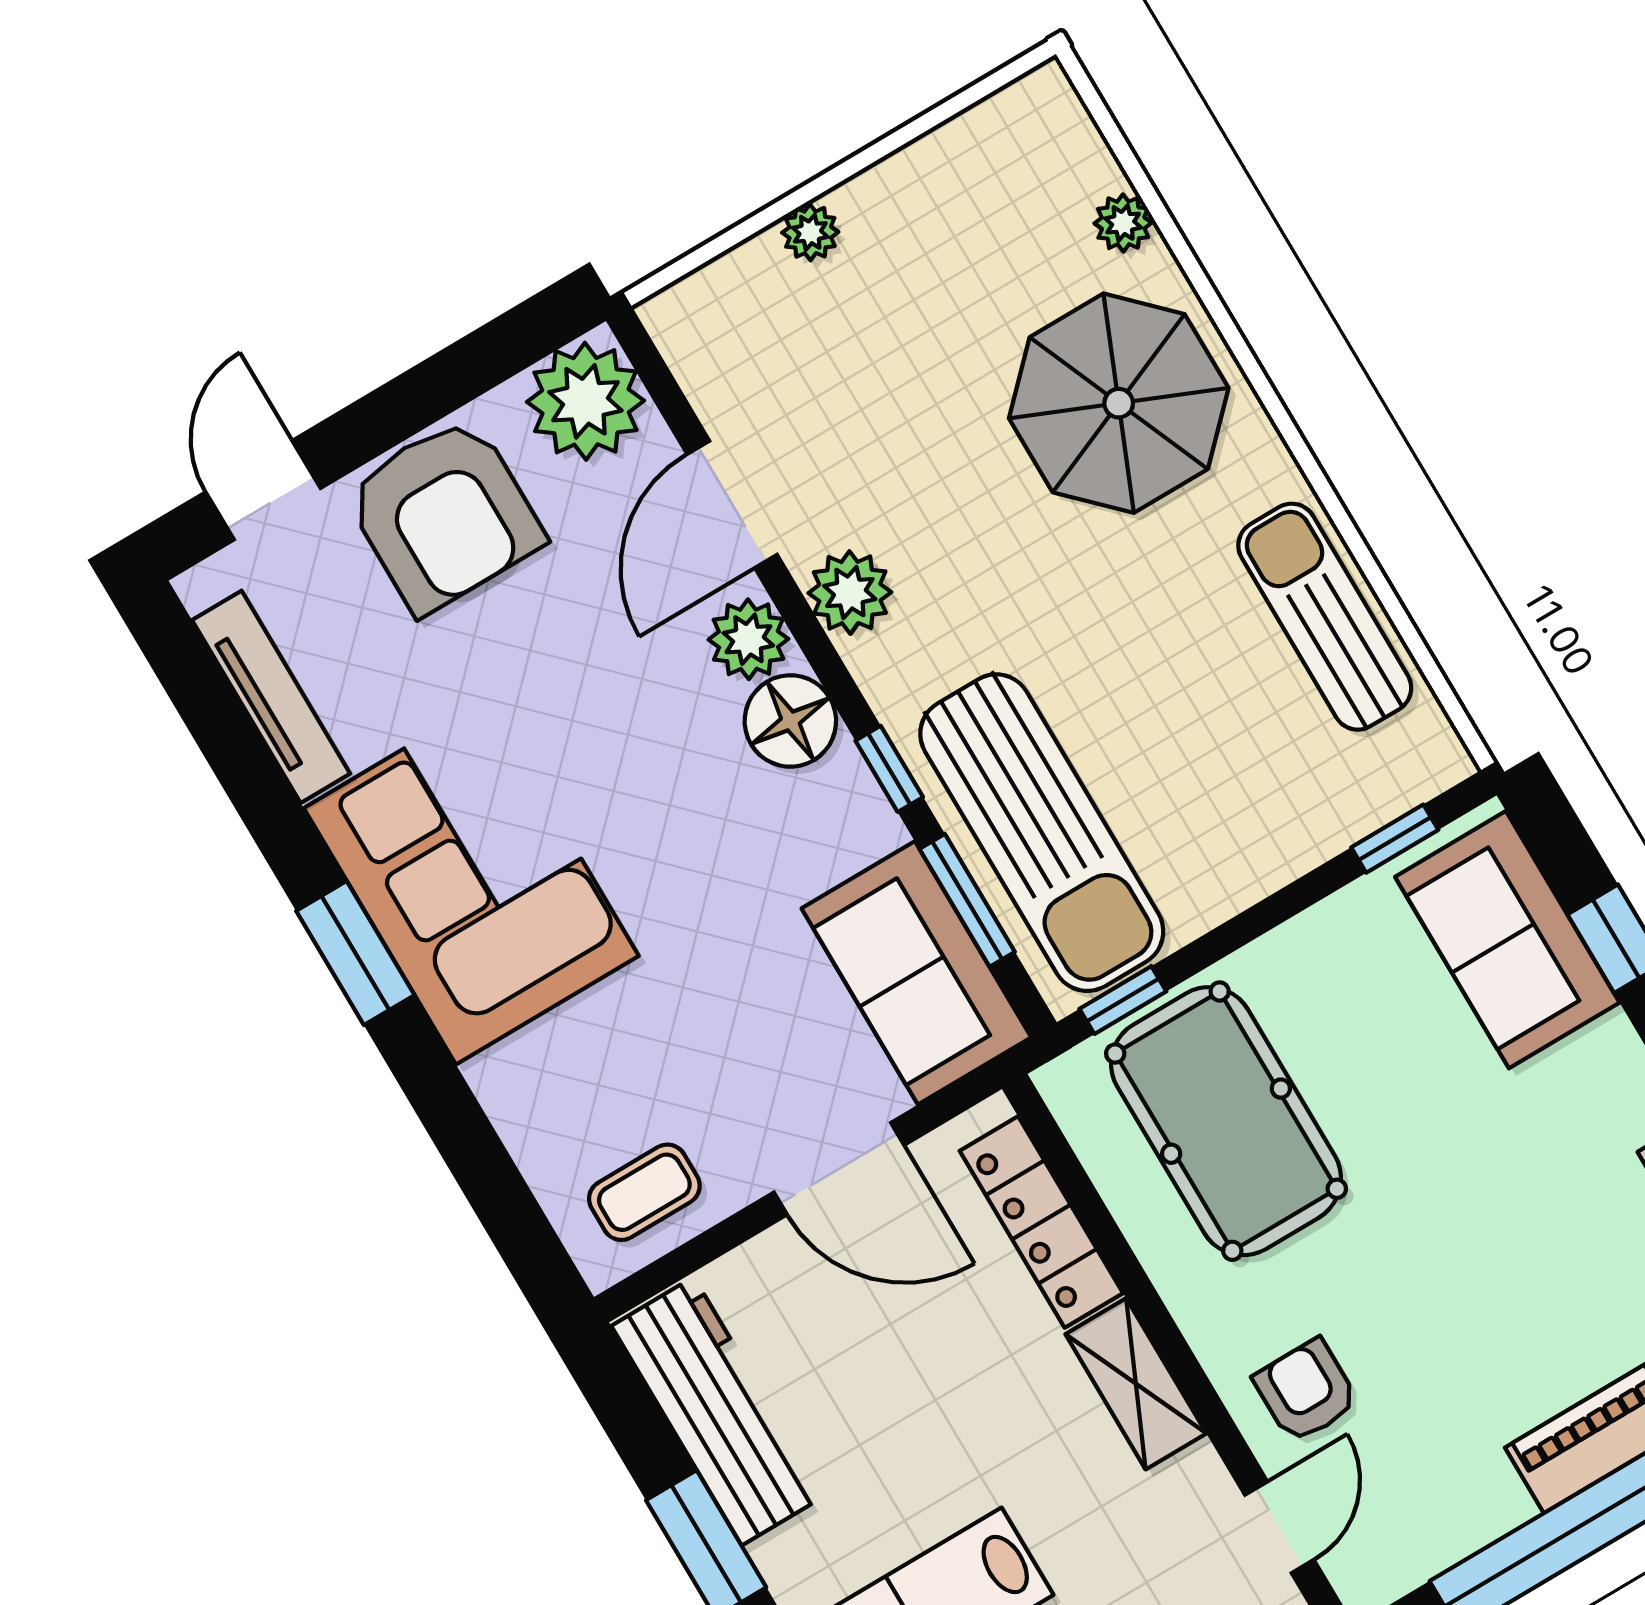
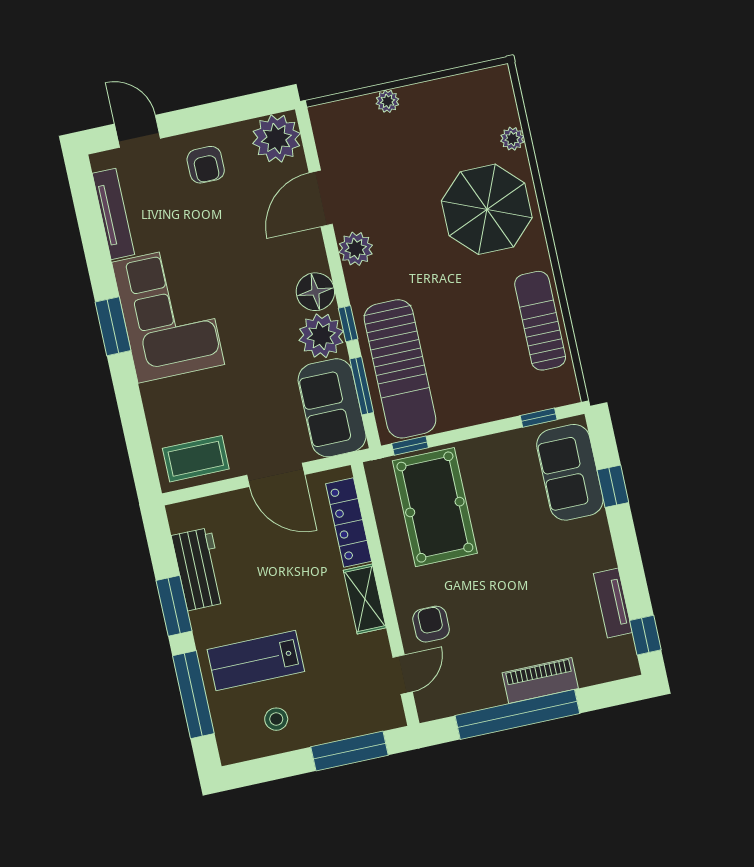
door: (263, 490) -> (137, 131), hinge flipped
armchair: (444, 515) -> (206, 165), width x0.53, depth x0.53
plant: (748, 639) -> (321, 336), moved, width x1.36, depth x1.36
coffee table: (644, 1192) -> (196, 459), width x1.36, depth x1.30
workbench: (718, 1411) -> (199, 569), width x0.73

